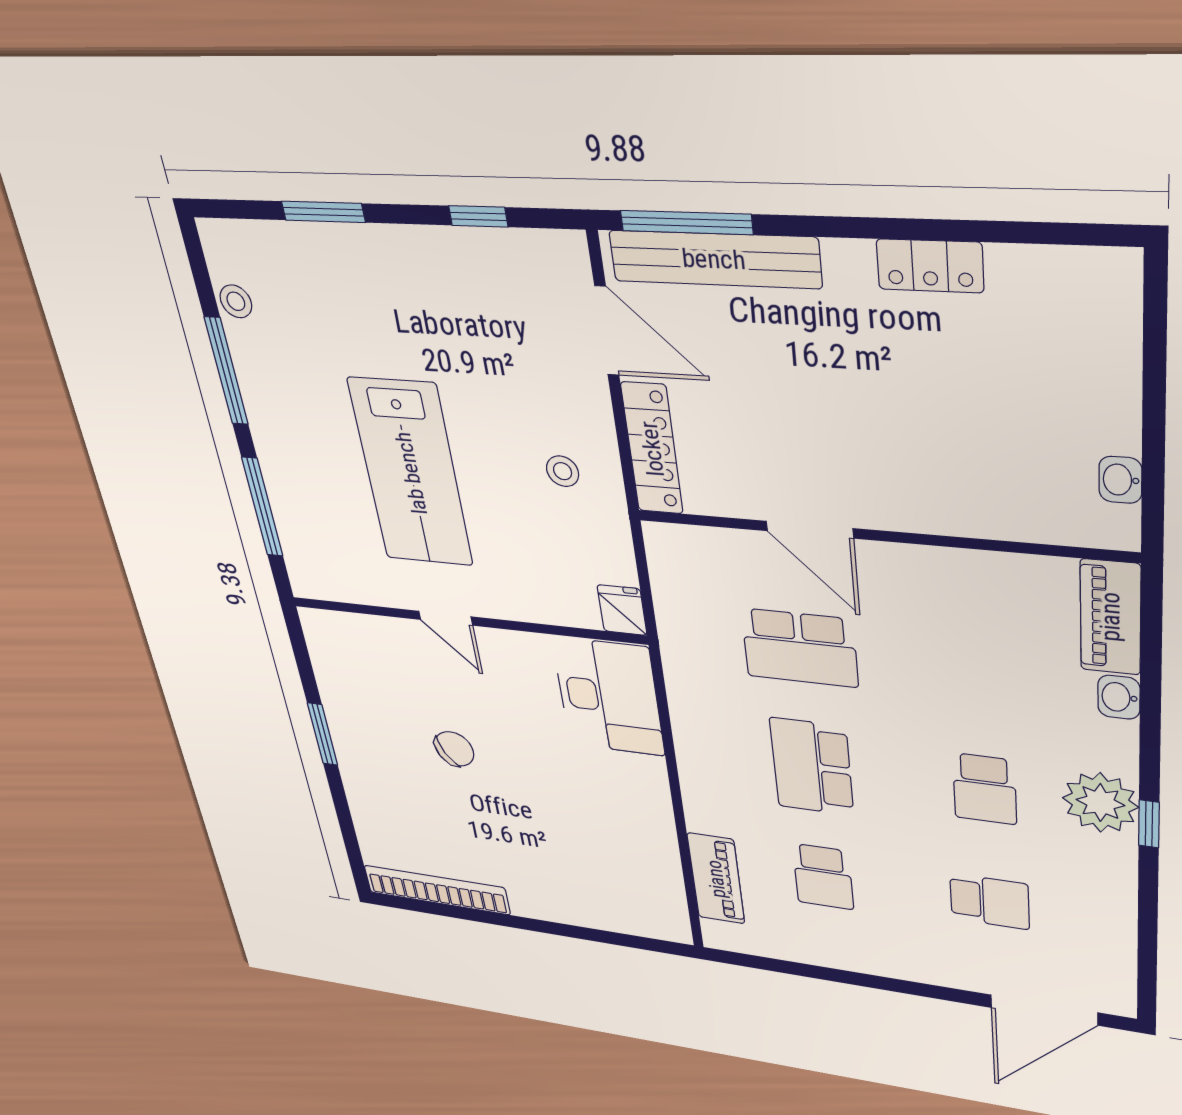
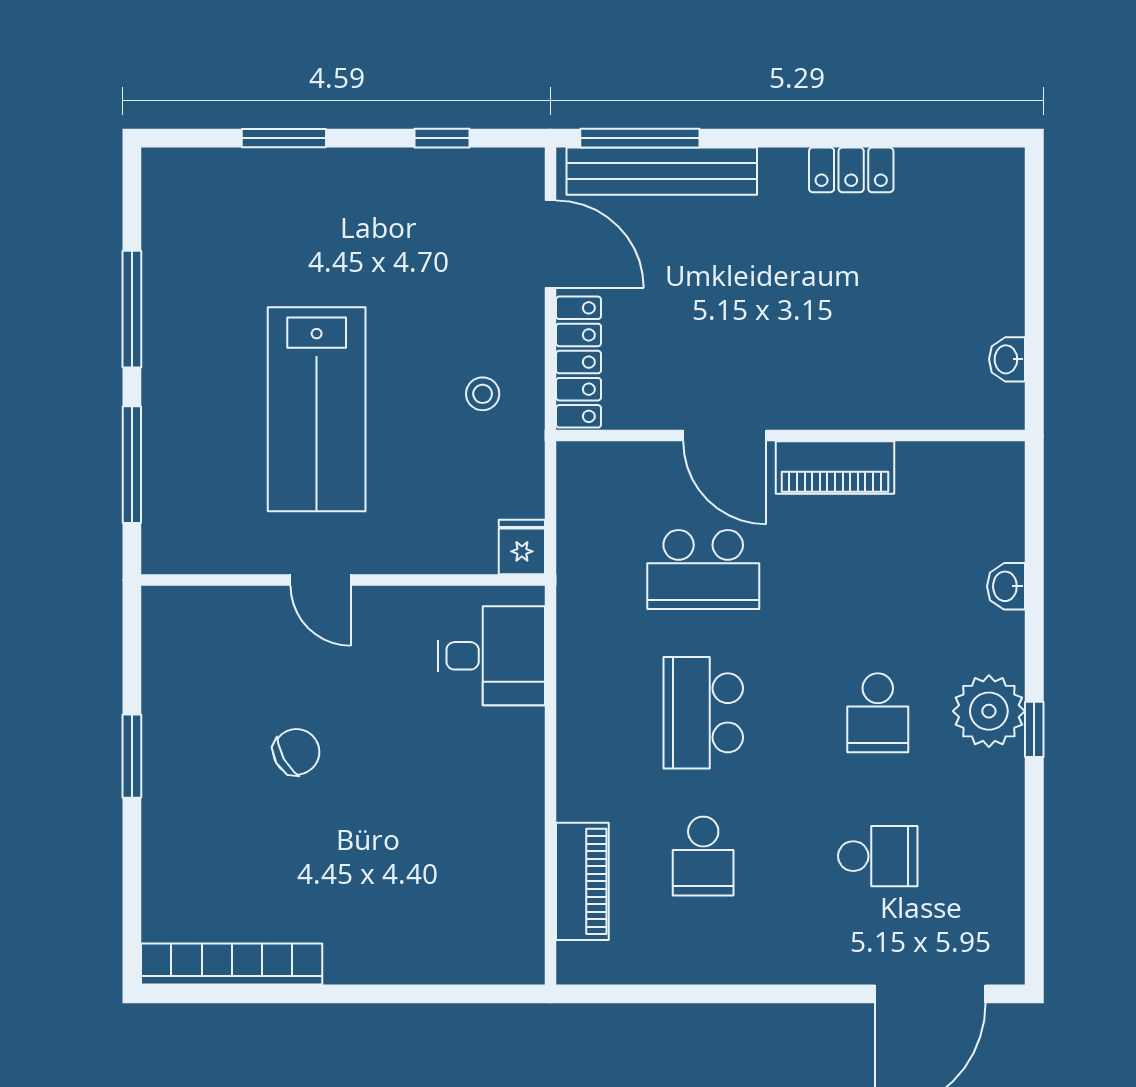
stool: (236, 301) -> (164, 233), removed
piano: (1110, 617) -> (835, 467), moved, turned -90
desk: (609, 697) -> (491, 656), width x0.73

